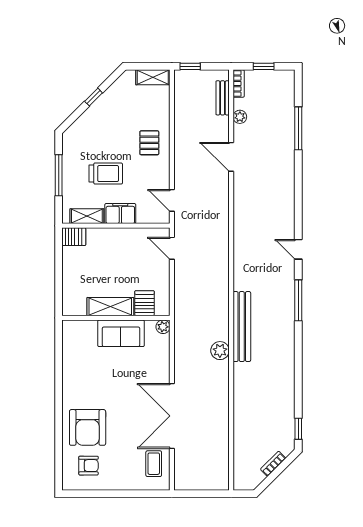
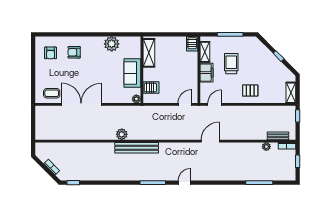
door: (231, 157) -> (210, 141), moved
trolley: (106, 174) -> (231, 64), turned 180
shelving: (110, 307) -> (149, 53), moved
plant: (74, 367) -> (112, 44), added
armchair: (88, 427) -> (74, 52), width x0.53, depth x0.53

